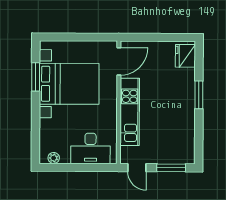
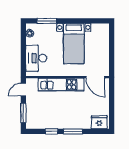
window: (36, 77) -> (47, 21), moved
bed with nightstands: (69, 84) -> (74, 44), width x0.73
window: (199, 126) -> (51, 131), added

